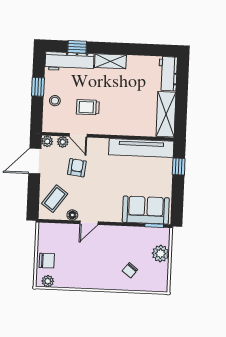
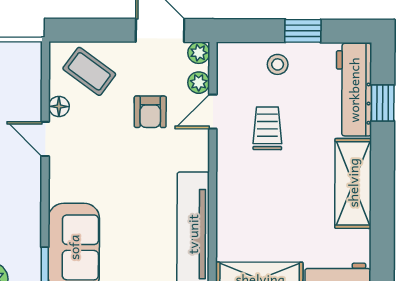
shelving: (110, 61) -> (353, 183), width x1.50, depth x1.33
armchair: (77, 168) -> (150, 112), turned 83

